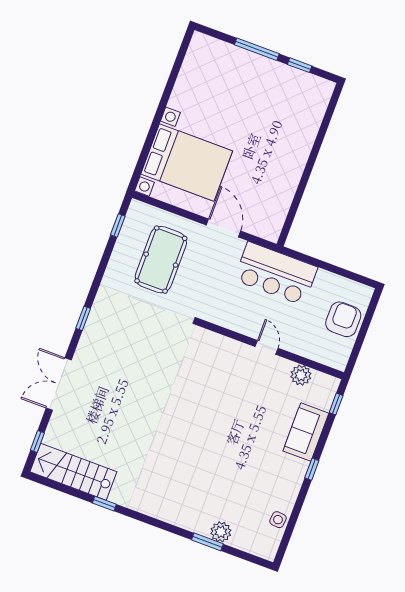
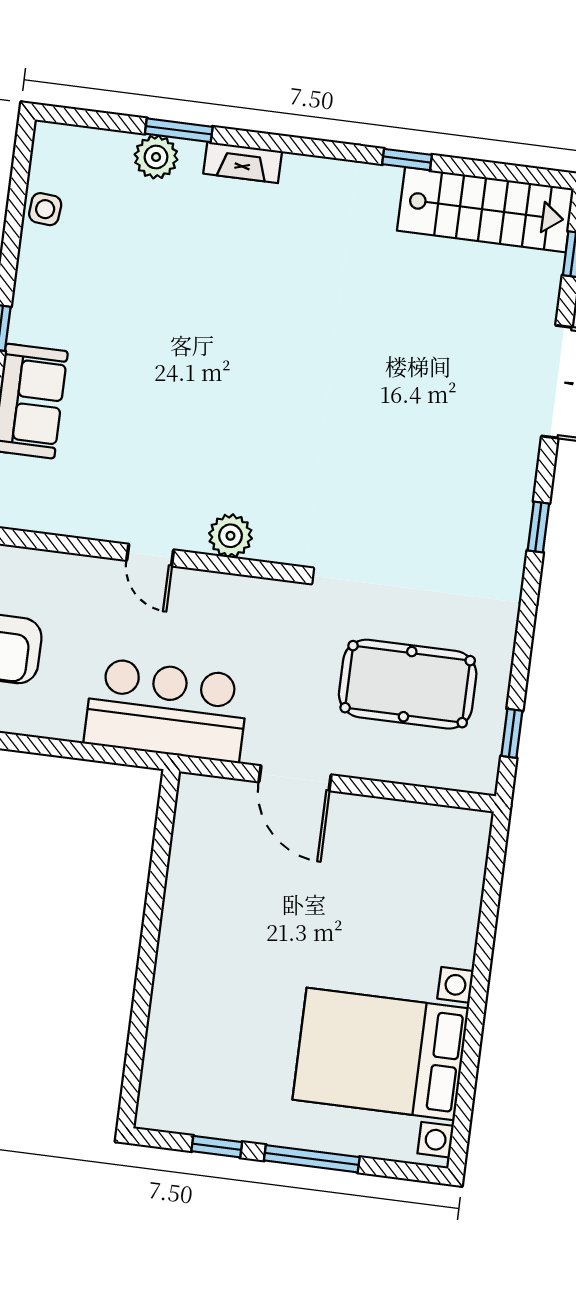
bed with nightstands: (187, 163) -> (381, 1054), moved
pool table: (161, 260) -> (408, 684), turned 90
plant: (301, 375) -> (230, 536), moved
fireplace: (181, 520) -> (243, 162), added

